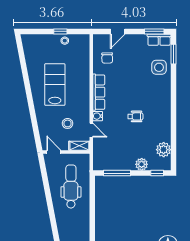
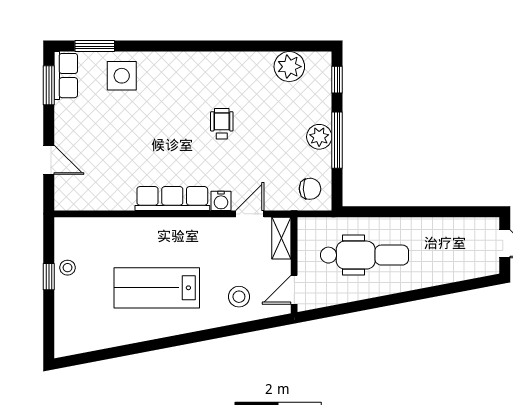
chair: (107, 58) -> (310, 189), moved
stool: (67, 123) -> (239, 297), moved
plant: (142, 164) -> (319, 137), moved
window: (117, 173) -> (337, 140), moved
dental chair: (71, 187) -> (364, 255), turned 180

